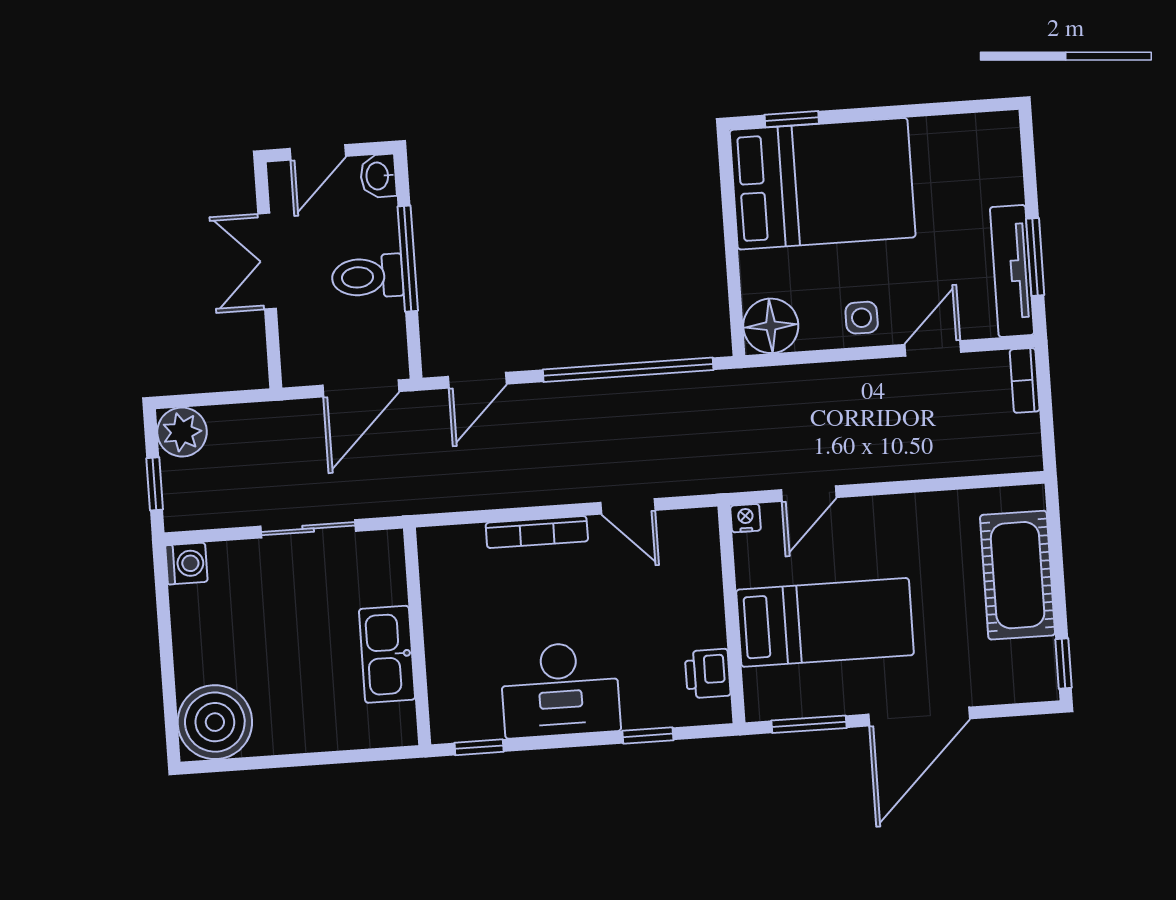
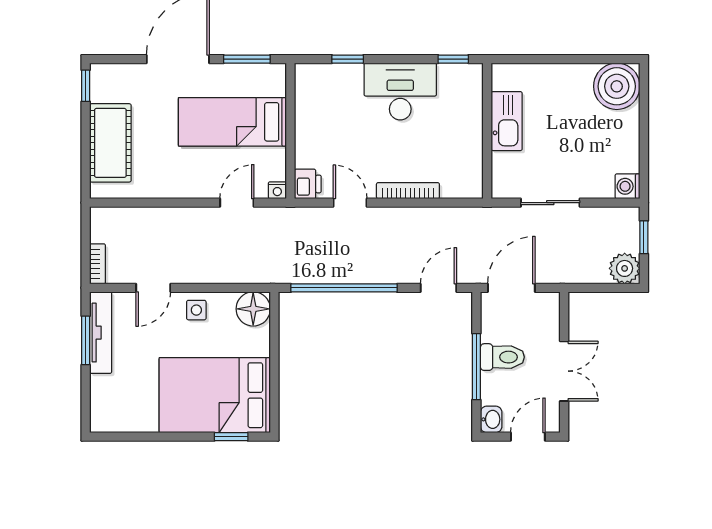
printer: (708, 674) -> (308, 184), moved

